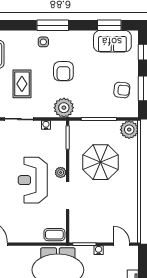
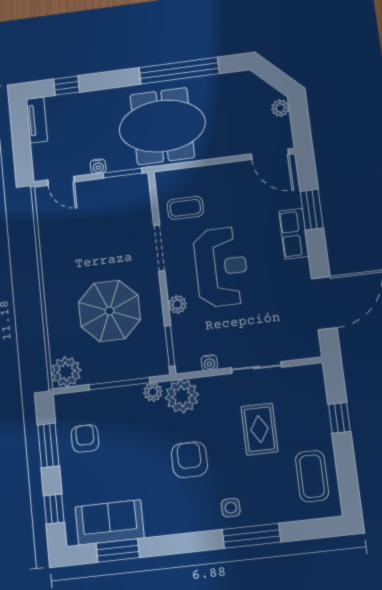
window: (53, 25) -> (251, 536), moved
armchair: (122, 90) -> (85, 438), turned 84
plant: (80, 112) -> (153, 392), added
plant: (61, 172) -> (177, 304), moved
coffee table: (54, 235) -> (185, 208), moved

